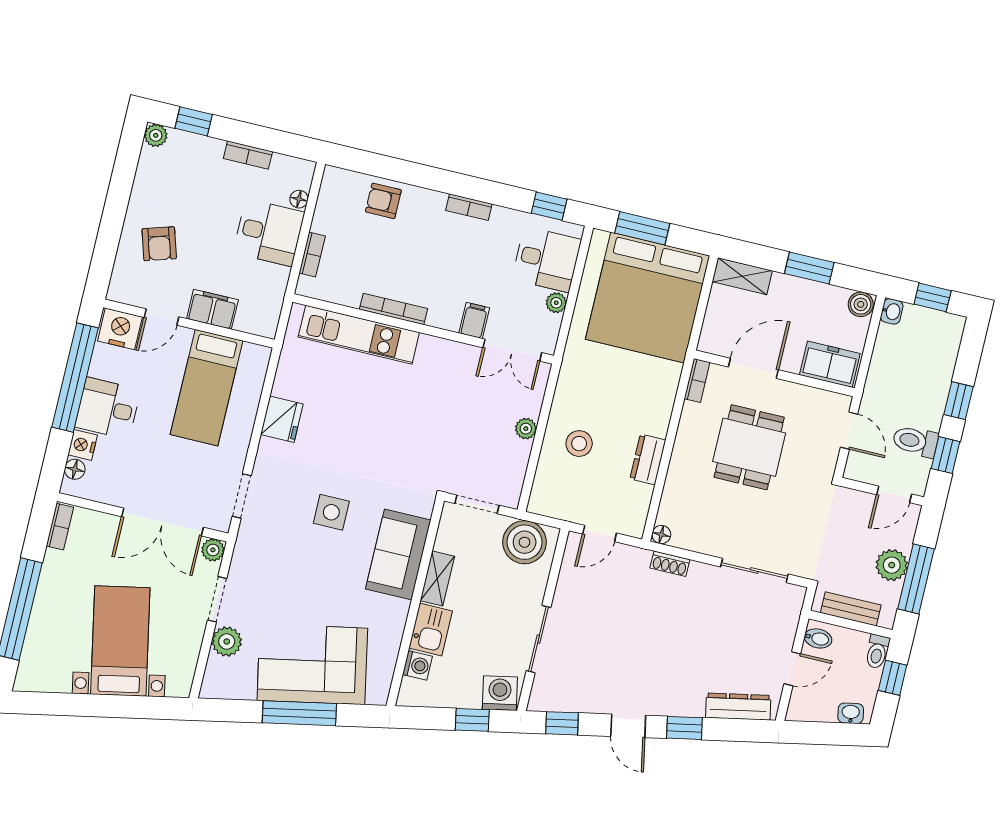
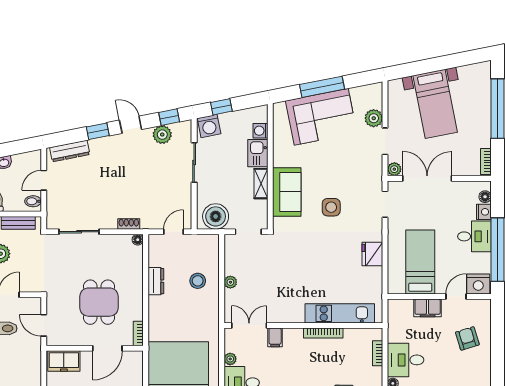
plant: (580, 697) -> (162, 135), added

